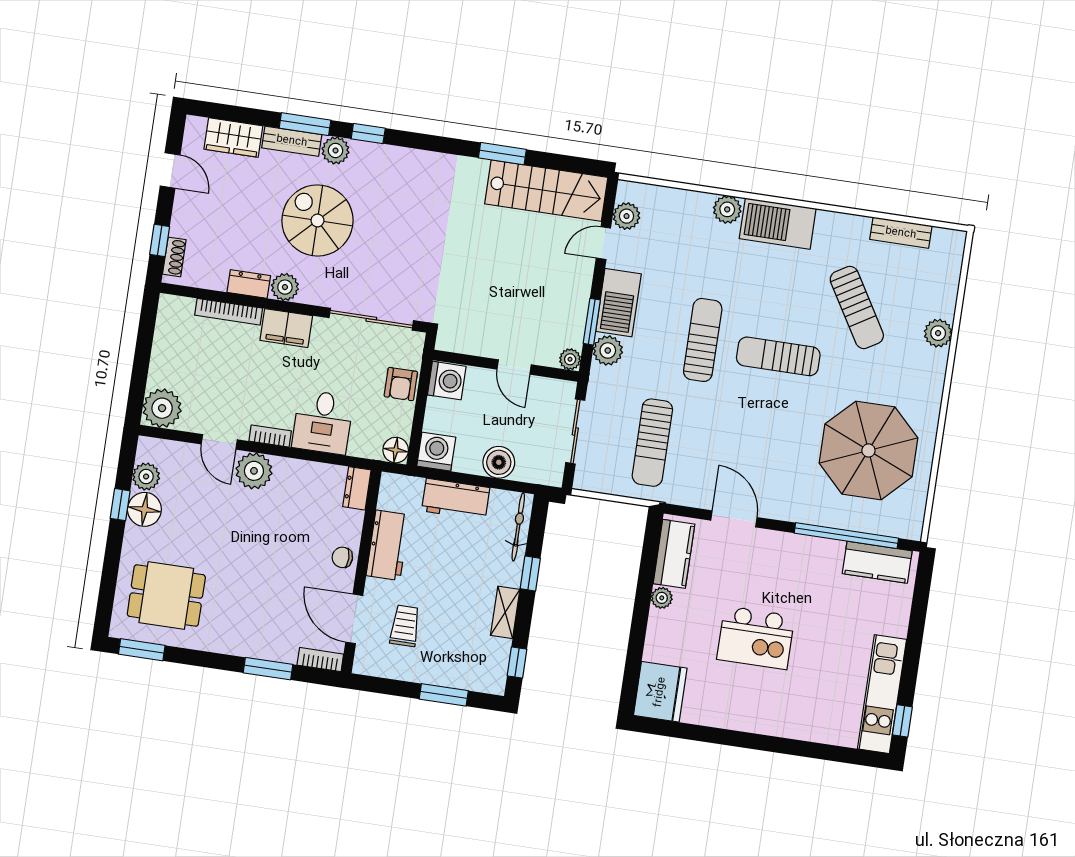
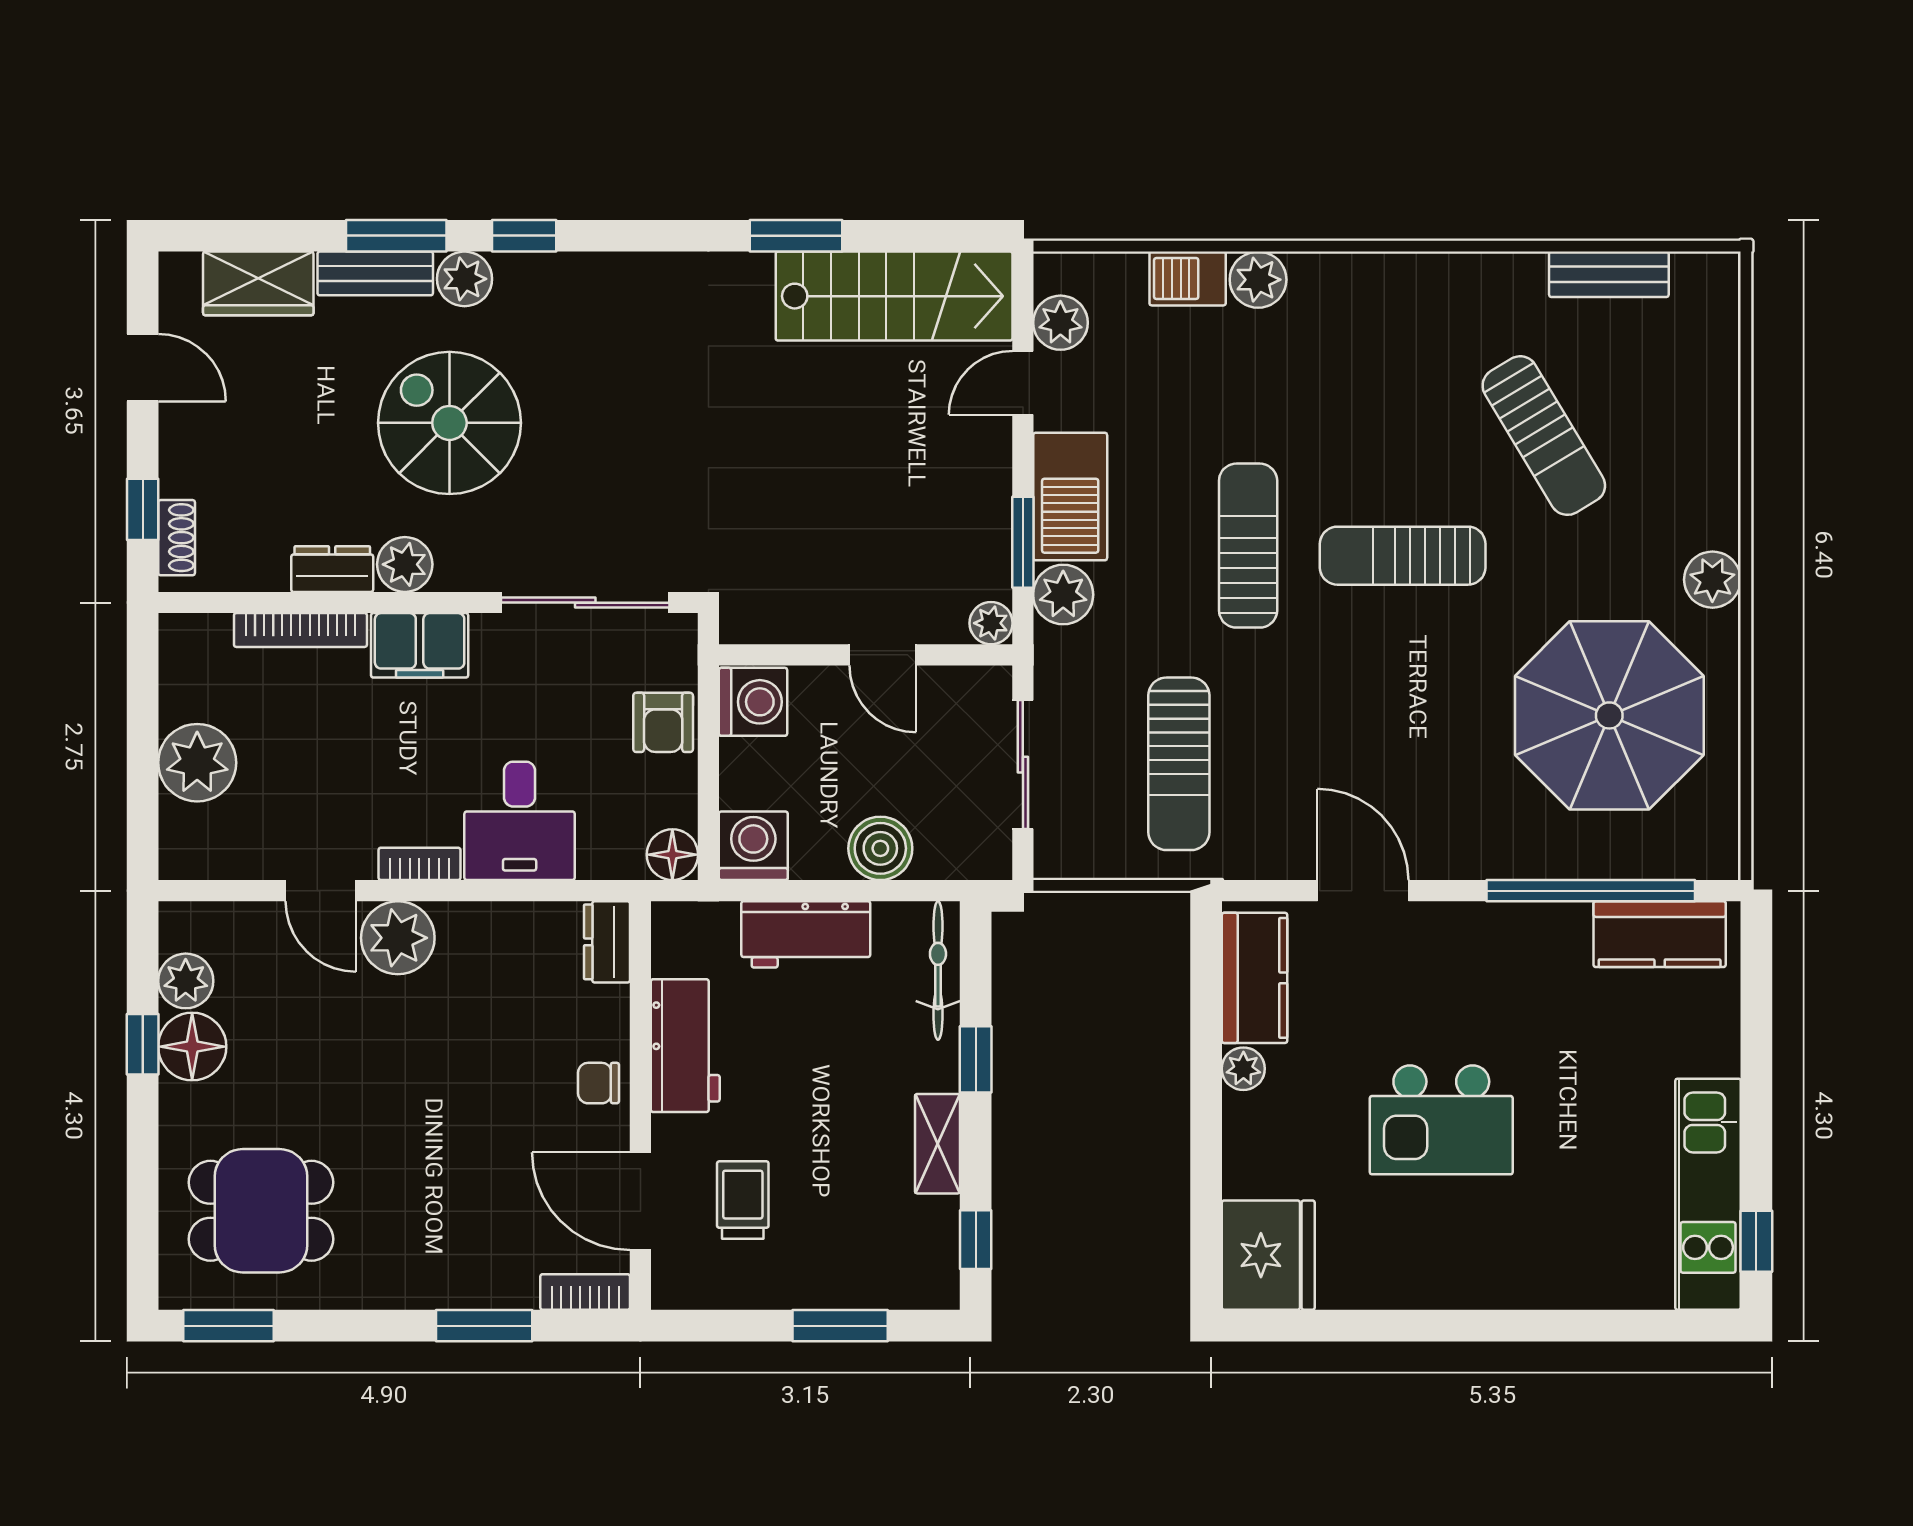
barbecue: (778, 224) -> (1188, 278), moved, width x0.53, depth x0.65
plant: (938, 333) -> (1712, 580), moved
plant: (162, 408) -> (197, 763), moved

